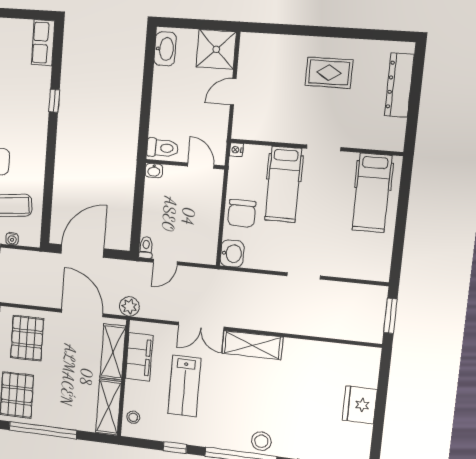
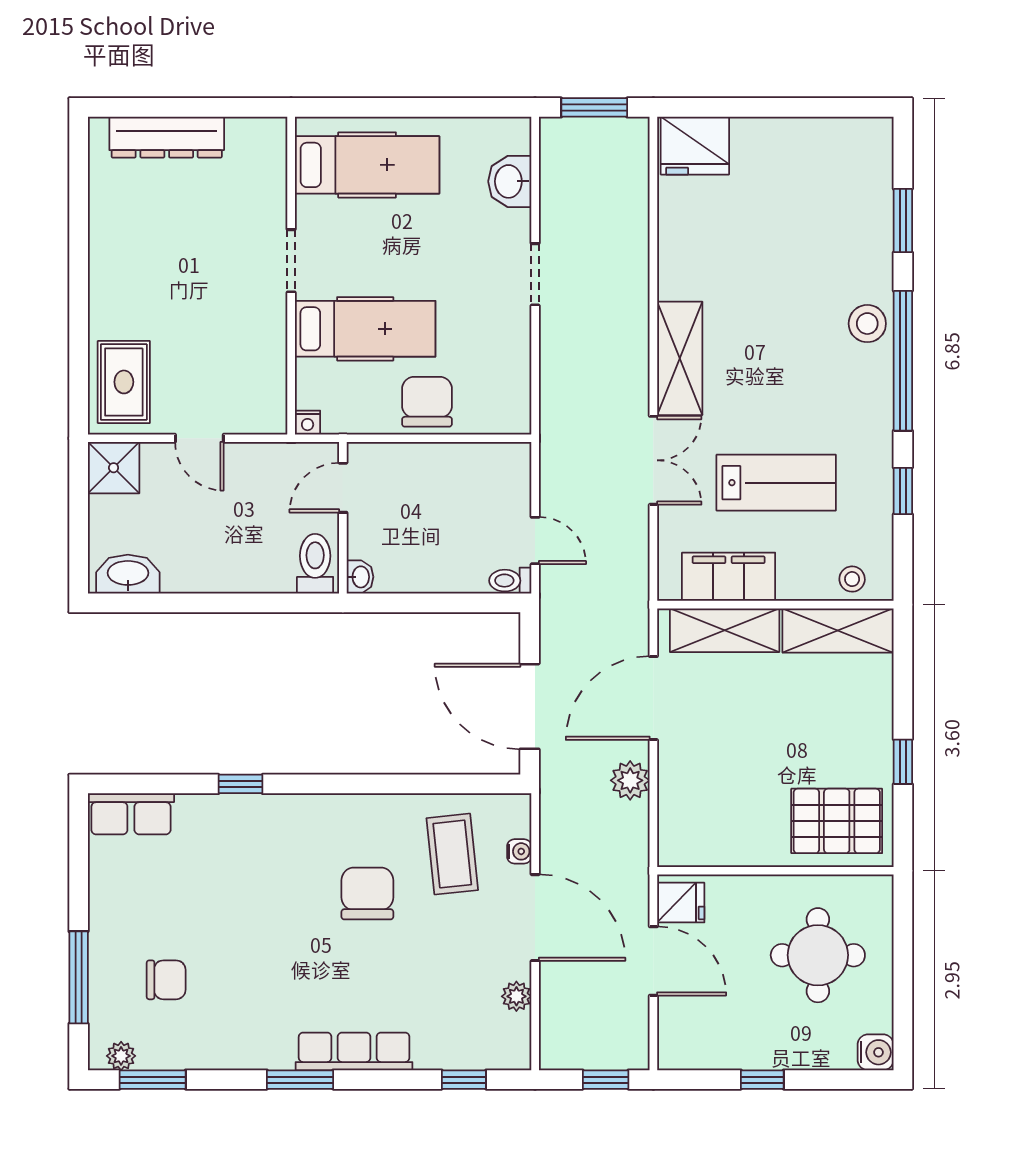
shower: (216, 49) -> (114, 468), width x0.73, depth x0.73
rug: (329, 73) -> (124, 382), moved
chair: (242, 213) -> (427, 402), turned -90
washbasin: (232, 254) -> (510, 181), moved, turned -90
plant: (129, 307) -> (630, 780), moved
pallet: (27, 338) -> (717, 807), removed
fridge: (360, 405) -> (695, 146), moved
window: (43, 430) -> (903, 762), width x0.32

